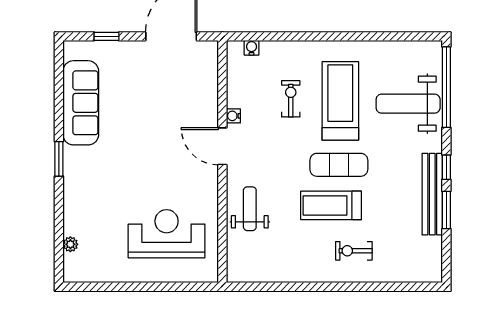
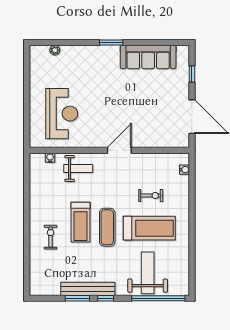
water cooler: (233, 116) -> (50, 158), moved
treadmill: (331, 205) -> (80, 222), turned 180

